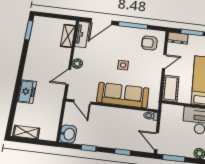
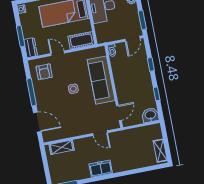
tv unit: (82, 34) -> (56, 135), removed
plant: (77, 64) -> (85, 130), removed
freezer: (27, 91) -> (101, 169), moved

